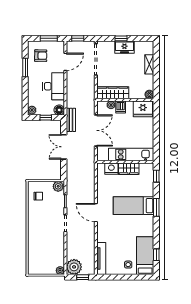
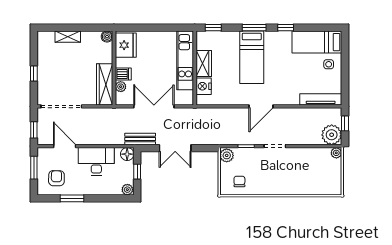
freezer: (124, 47) -> (45, 69), removed
window: (156, 255) -> (286, 28), moved

